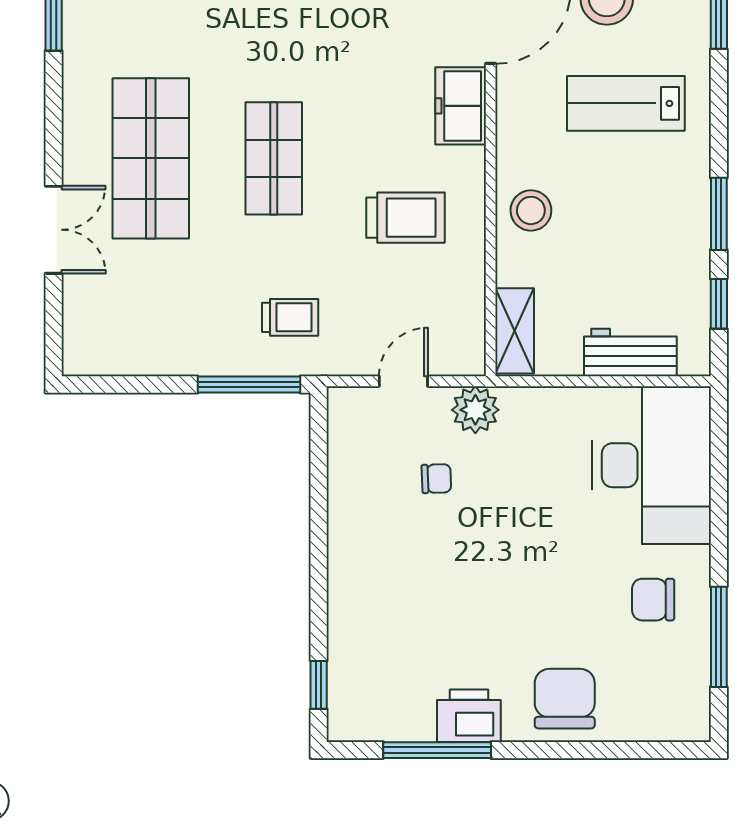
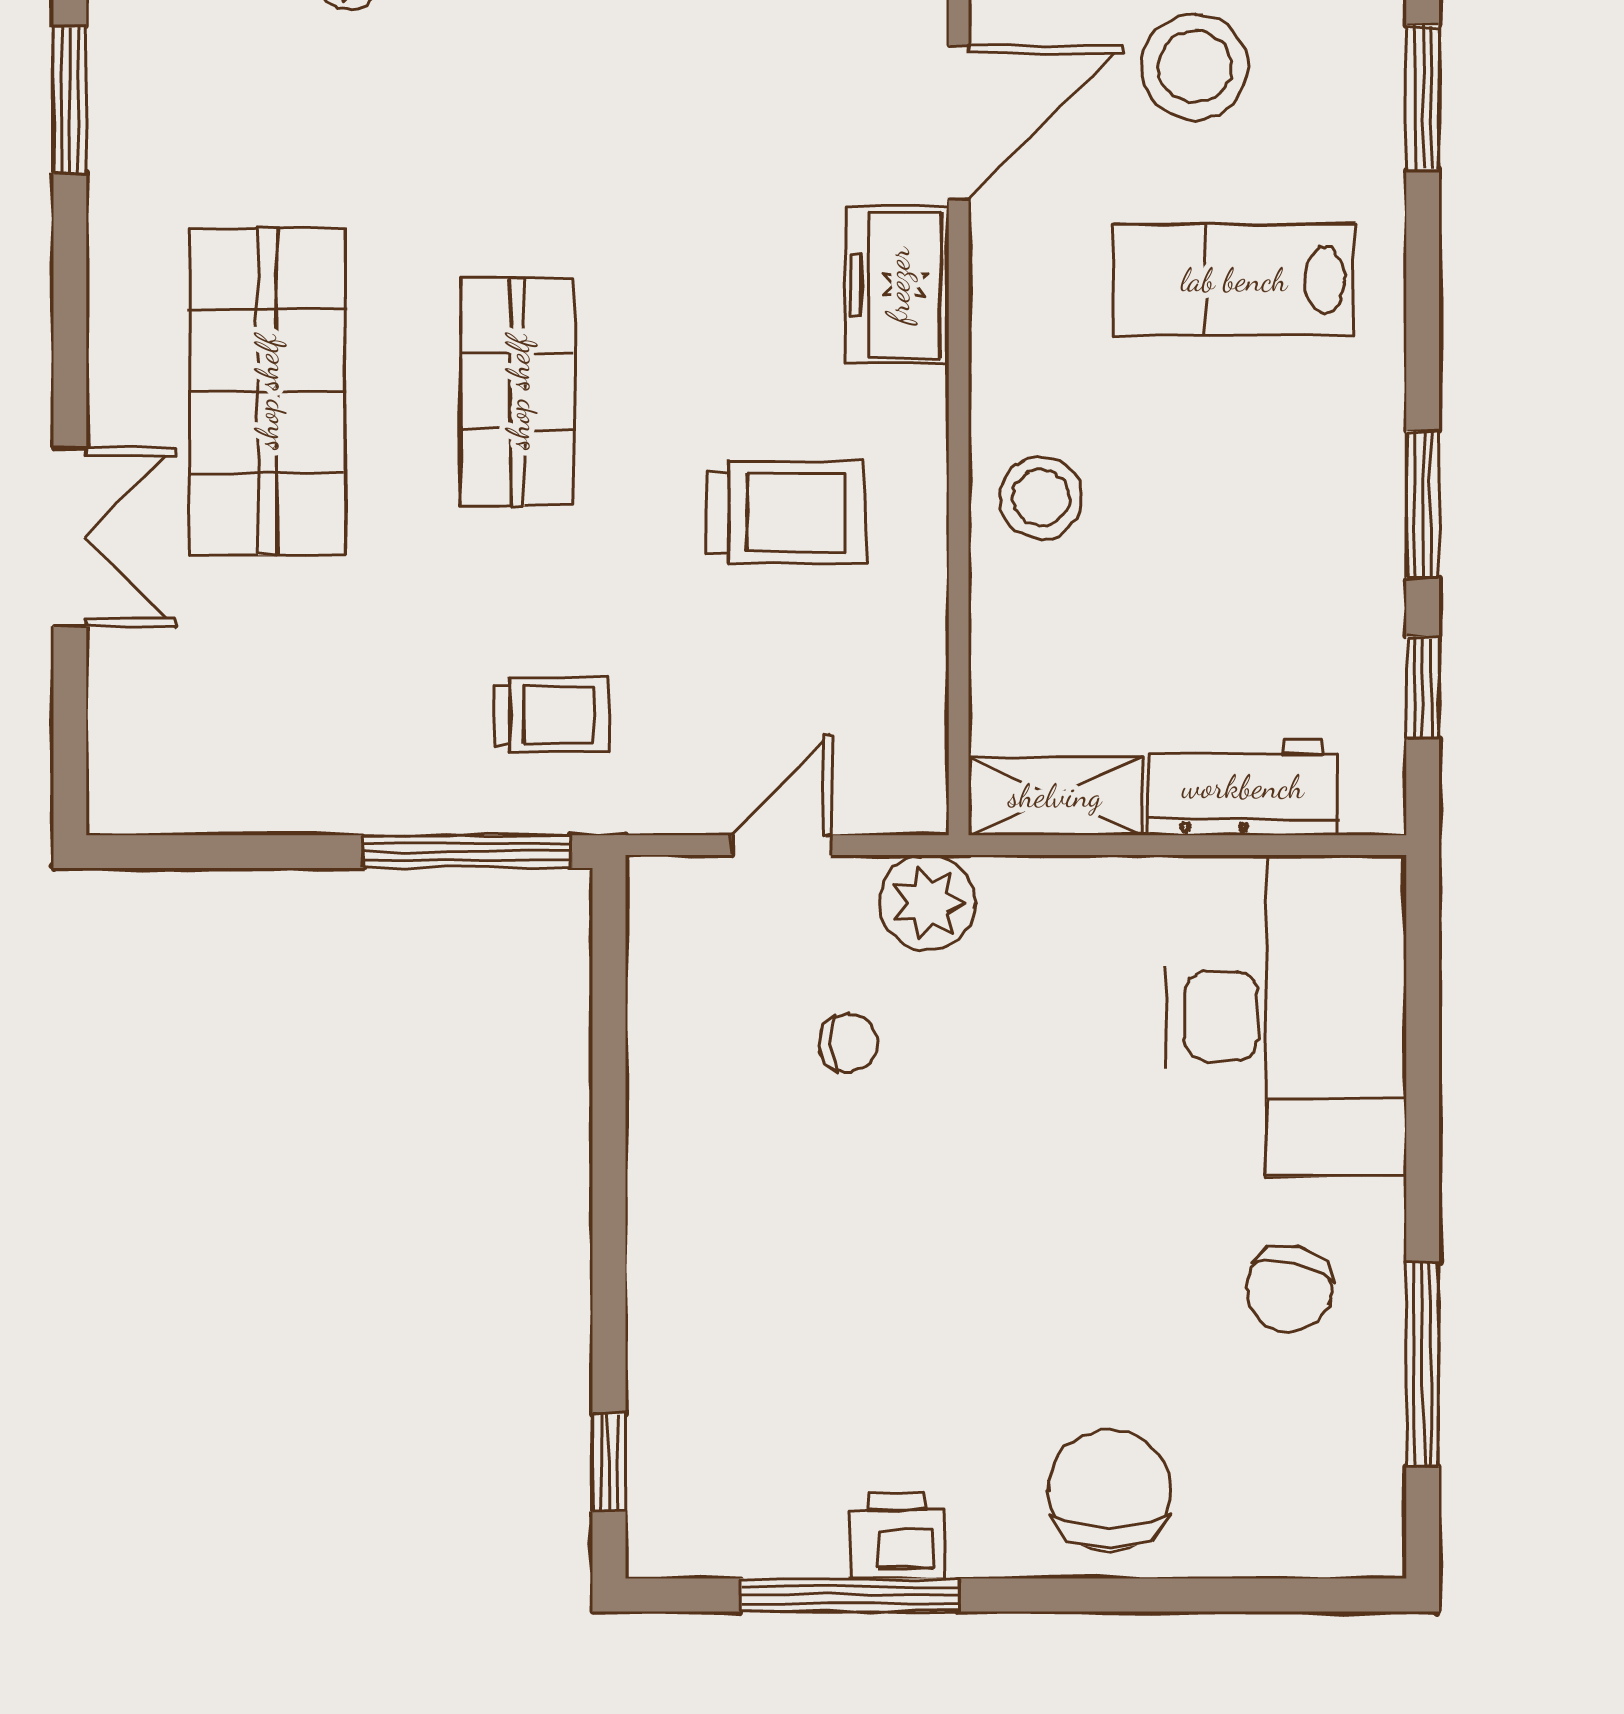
shelving: (515, 331) -> (1055, 796), moved, turned 90
chair: (653, 600) -> (1289, 1289), turned -77
printer: (469, 716) -> (897, 1536), width x0.73, depth x0.81

